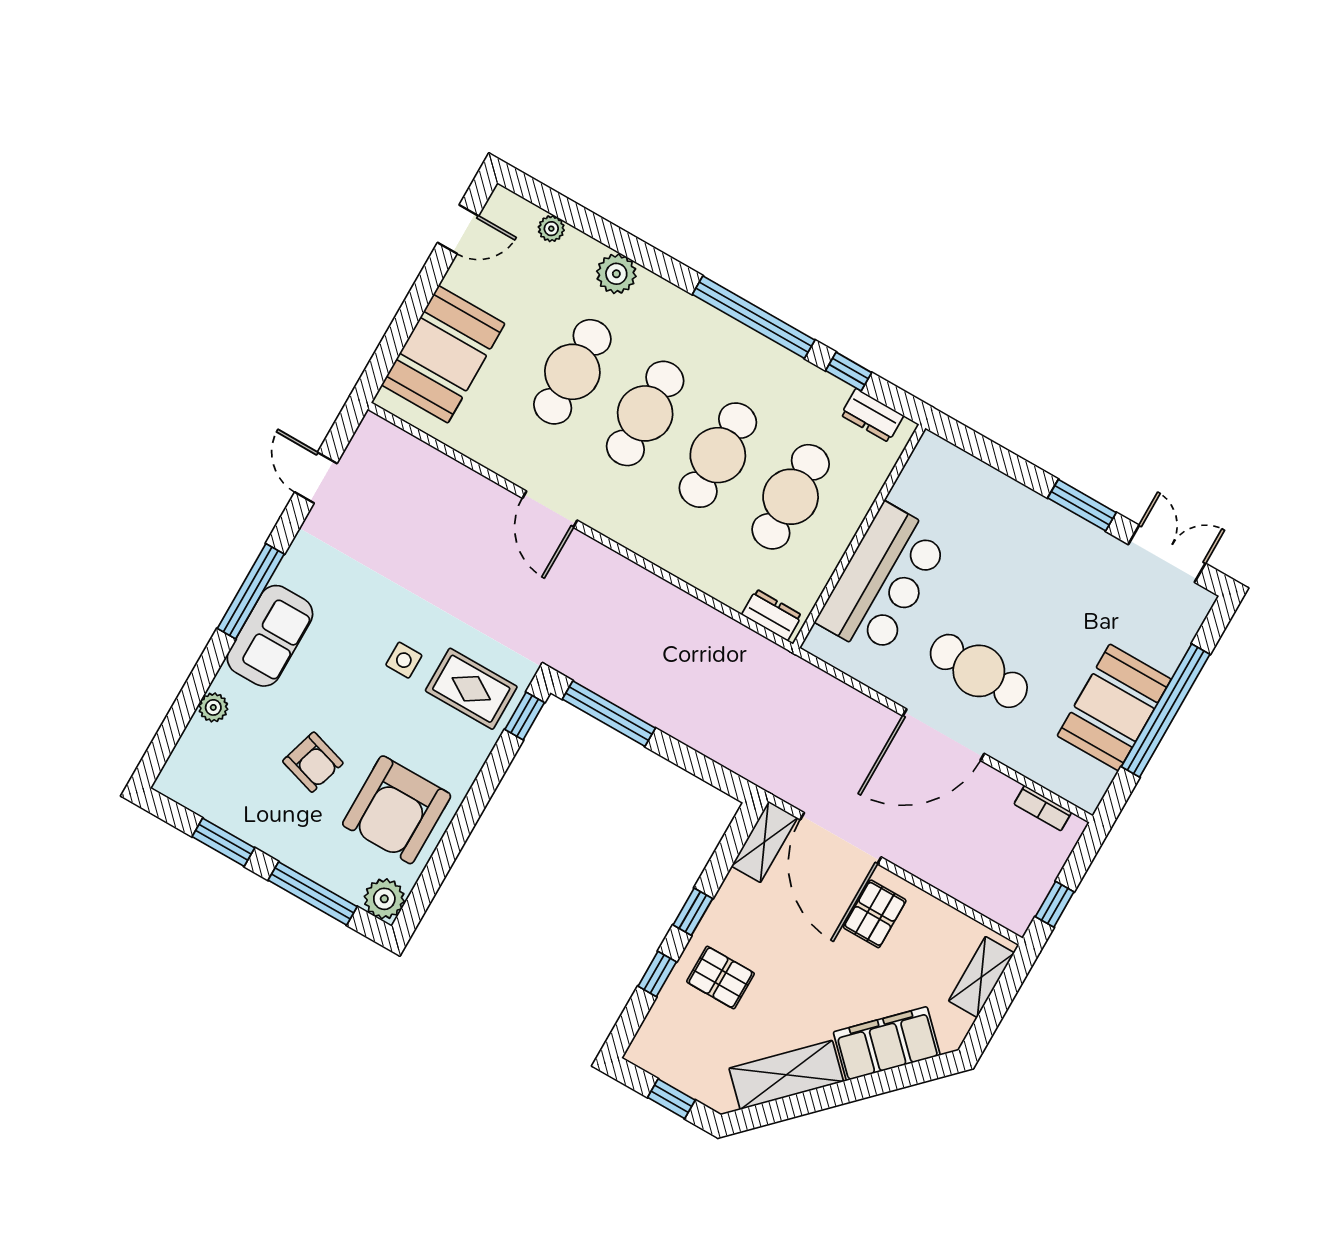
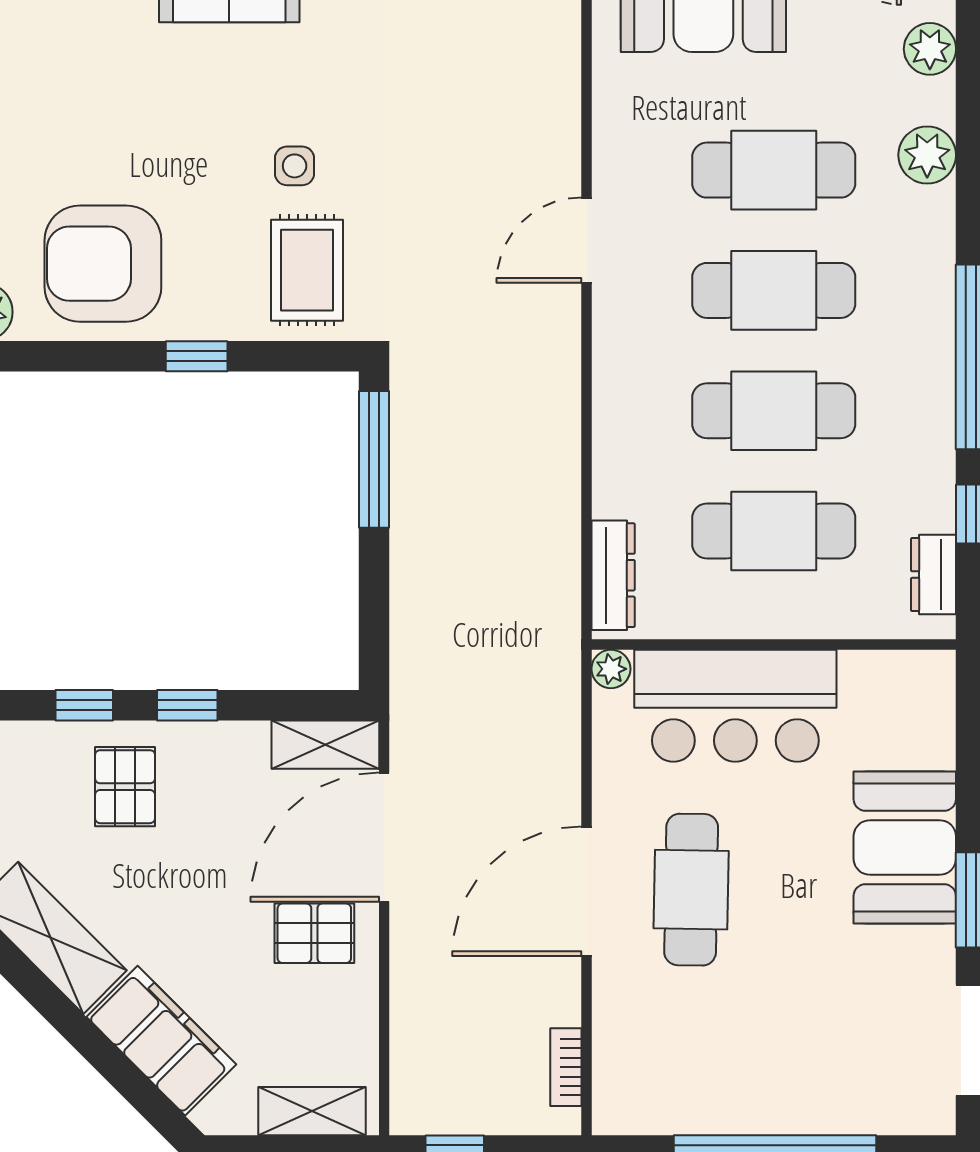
plant: (551, 229) -> (930, 49), width x1.38, depth x1.38
dresser: (772, 615) -> (613, 575), width x1.44
plant: (818, 643) -> (611, 669), added
booth: (1114, 707) -> (905, 848), moved, turned 90
window: (525, 716) -> (197, 356), moved
door: (944, 735) -> (587, 891), hinge flipped
armchair: (313, 762) -> (103, 125), removed

